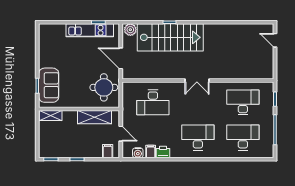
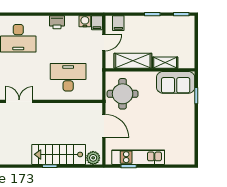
stairs: (170, 37) -> (59, 154), width x0.73, depth x0.66
sofa: (49, 85) -> (176, 82), moved, turned -90
shelving: (51, 116) -> (165, 63), moved
door: (121, 134) -> (104, 43), swing flipped
filing cabinet: (151, 152) -> (97, 23), moved

